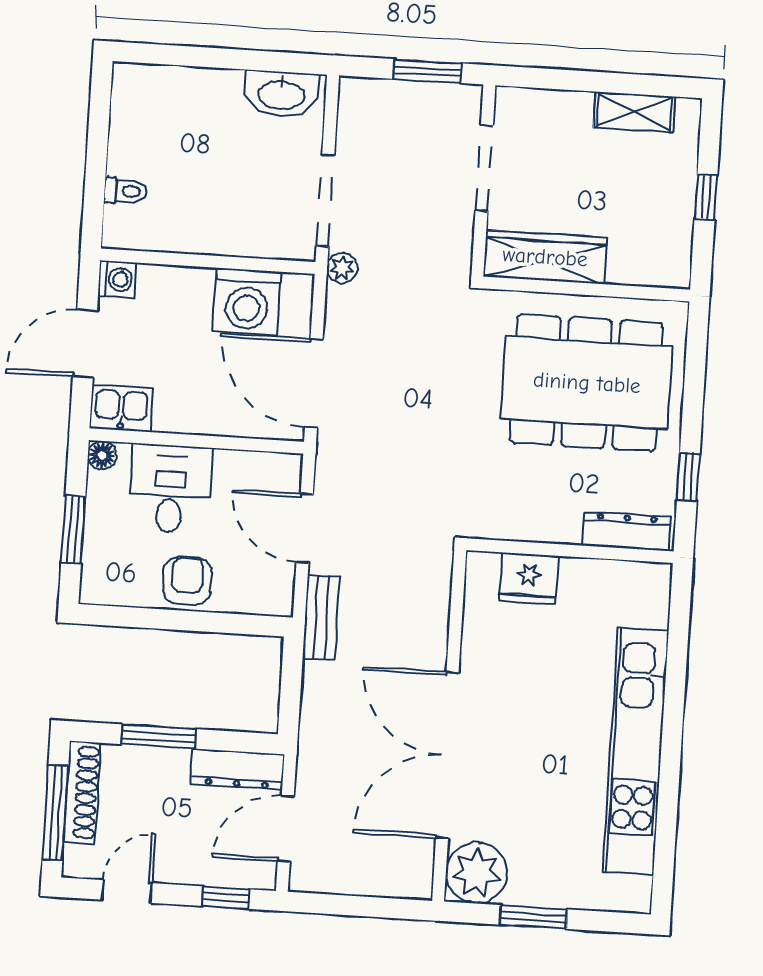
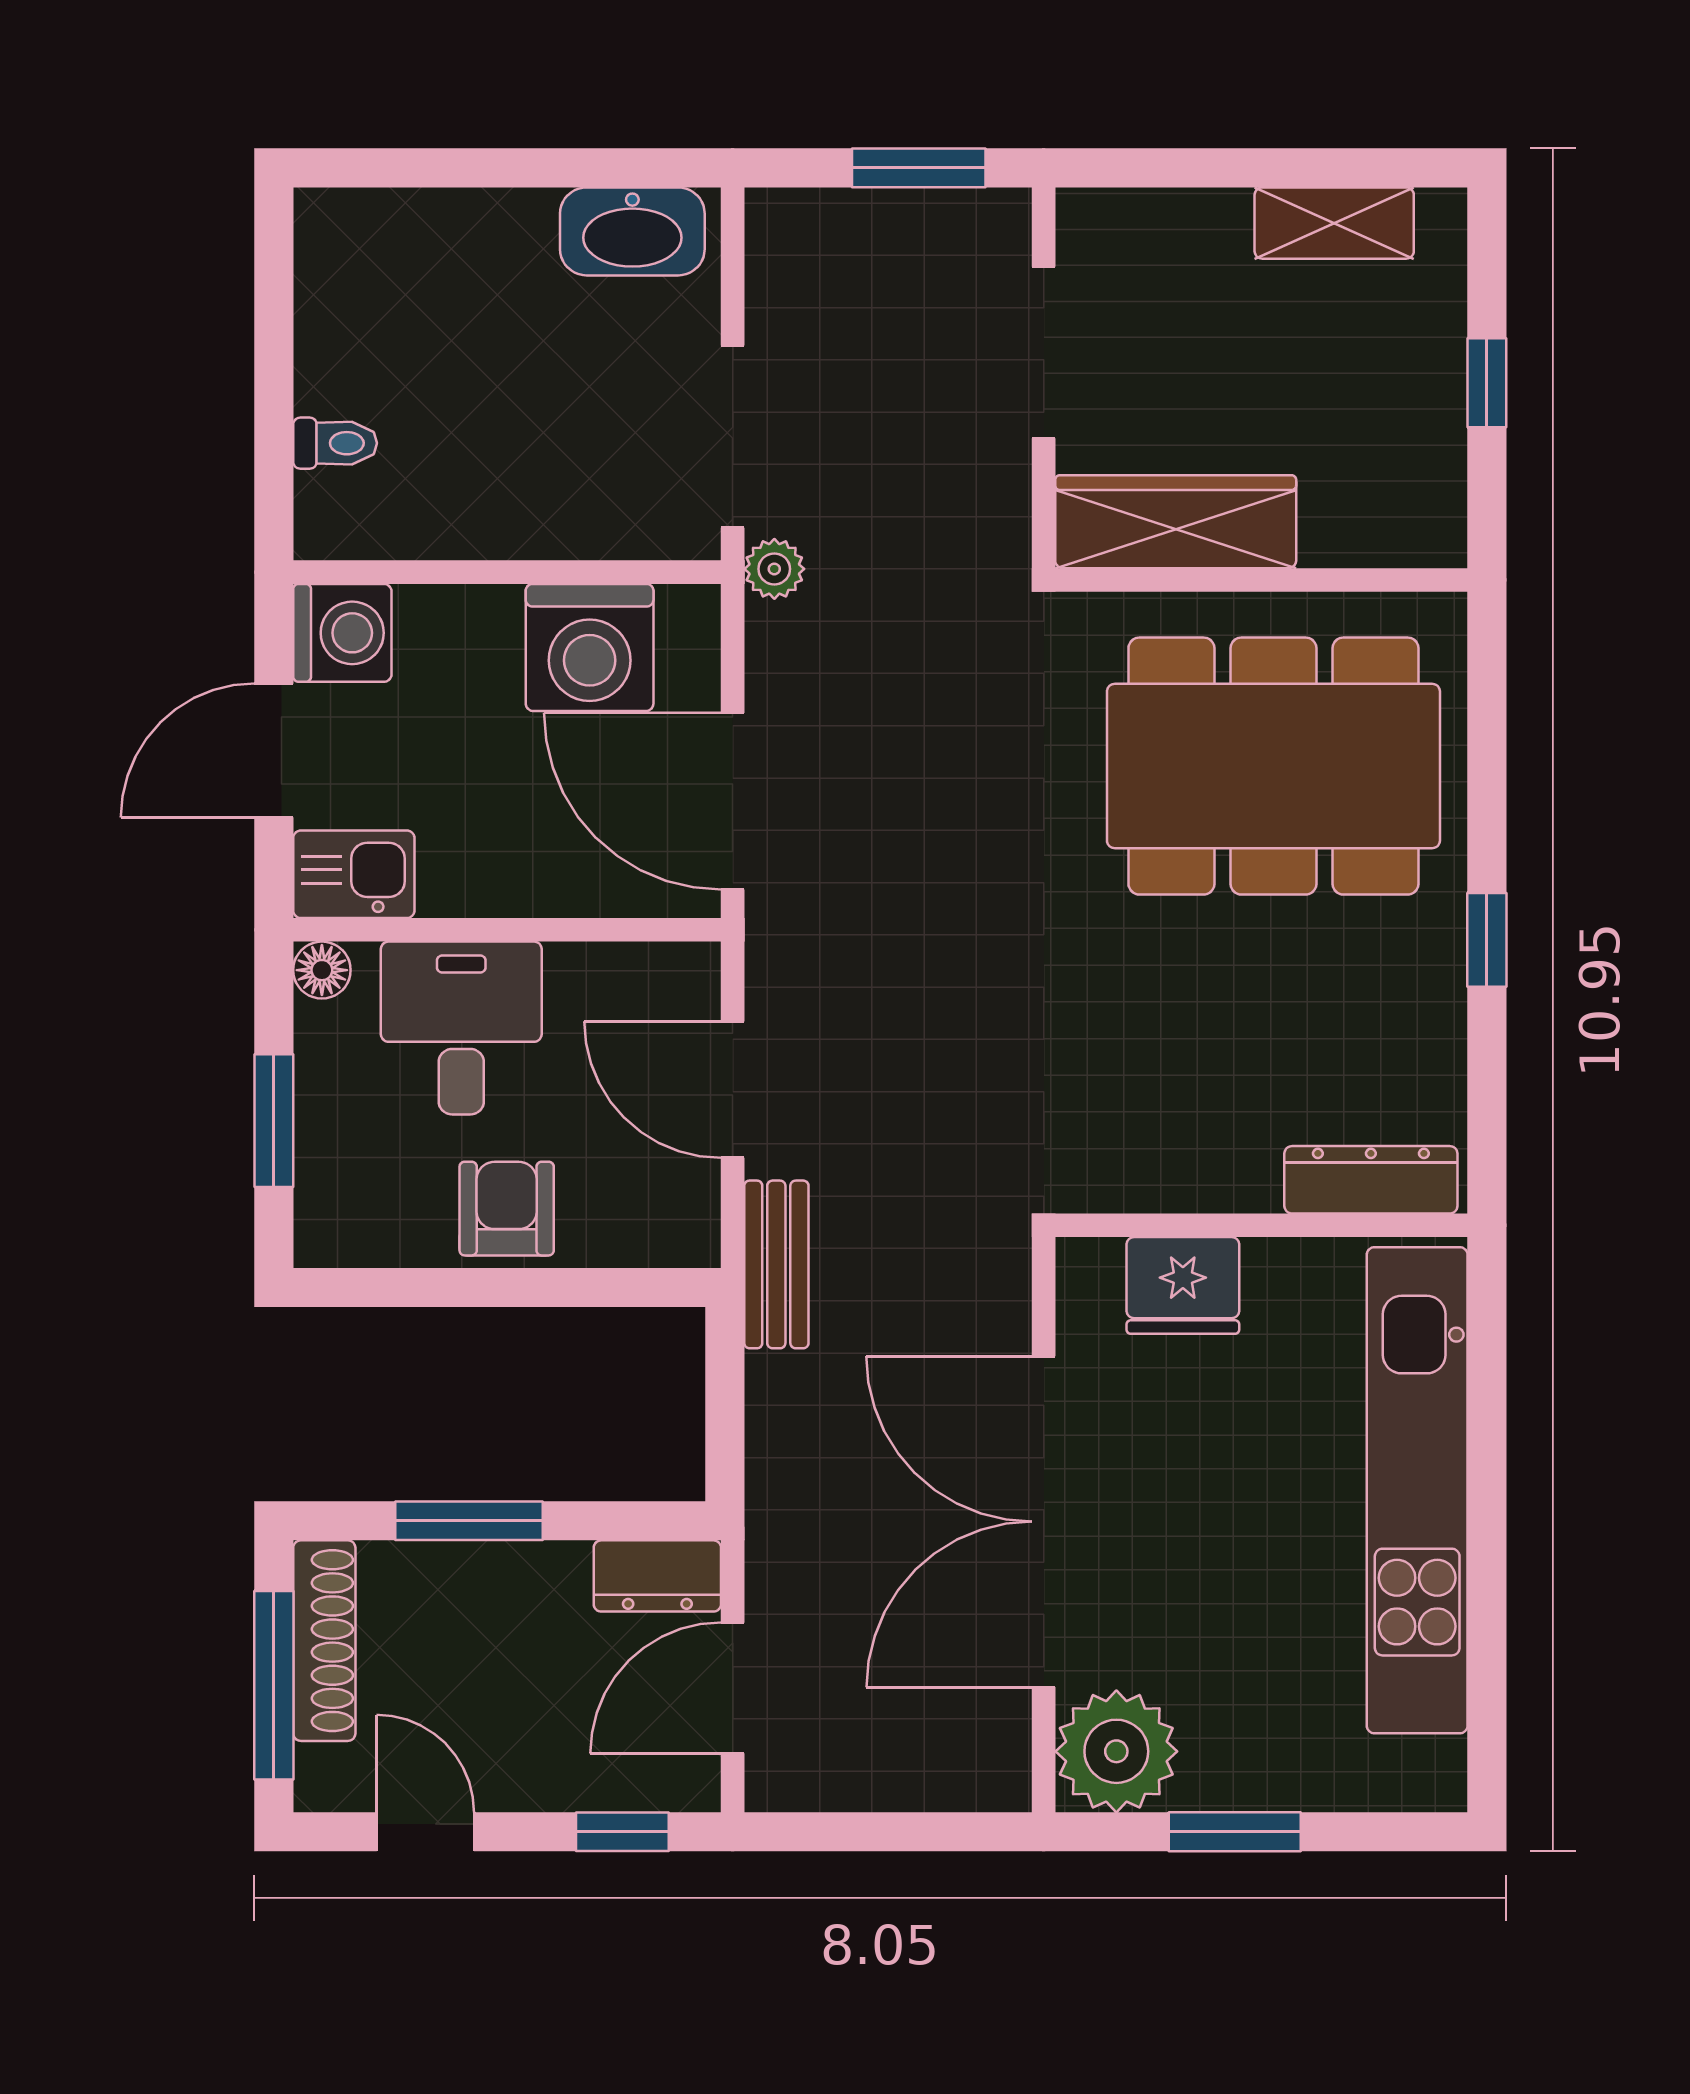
washing machine: (117, 279) -> (342, 633), width x1.38, depth x1.38
dresser: (626, 531) -> (1371, 1180), moved
wall: (570, 551) -> (1261, 1225), moved
fridge: (529, 578) -> (1183, 1285), moved
dresser: (237, 769) -> (657, 1576), width x0.70
door: (127, 891) -> (425, 1832), hinge flipped

